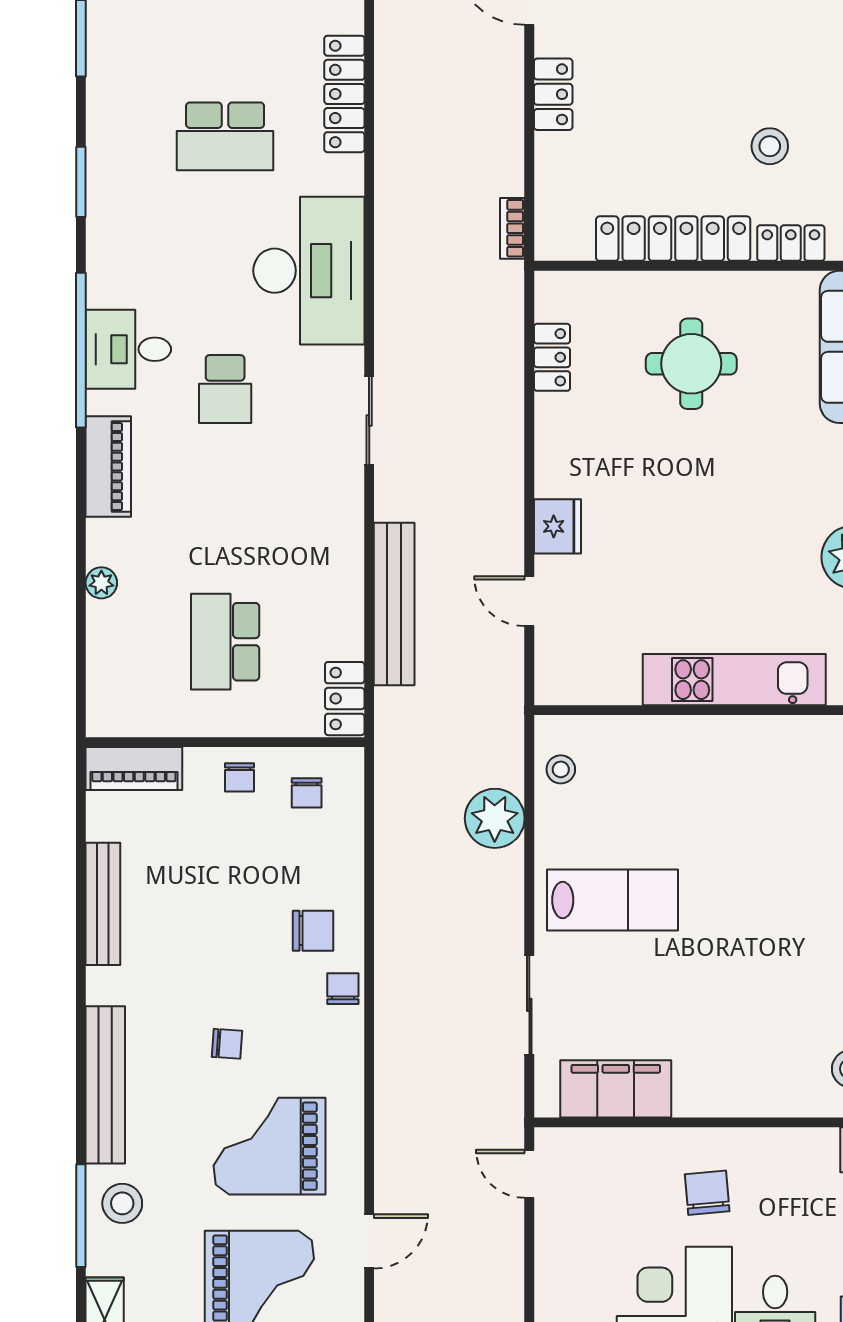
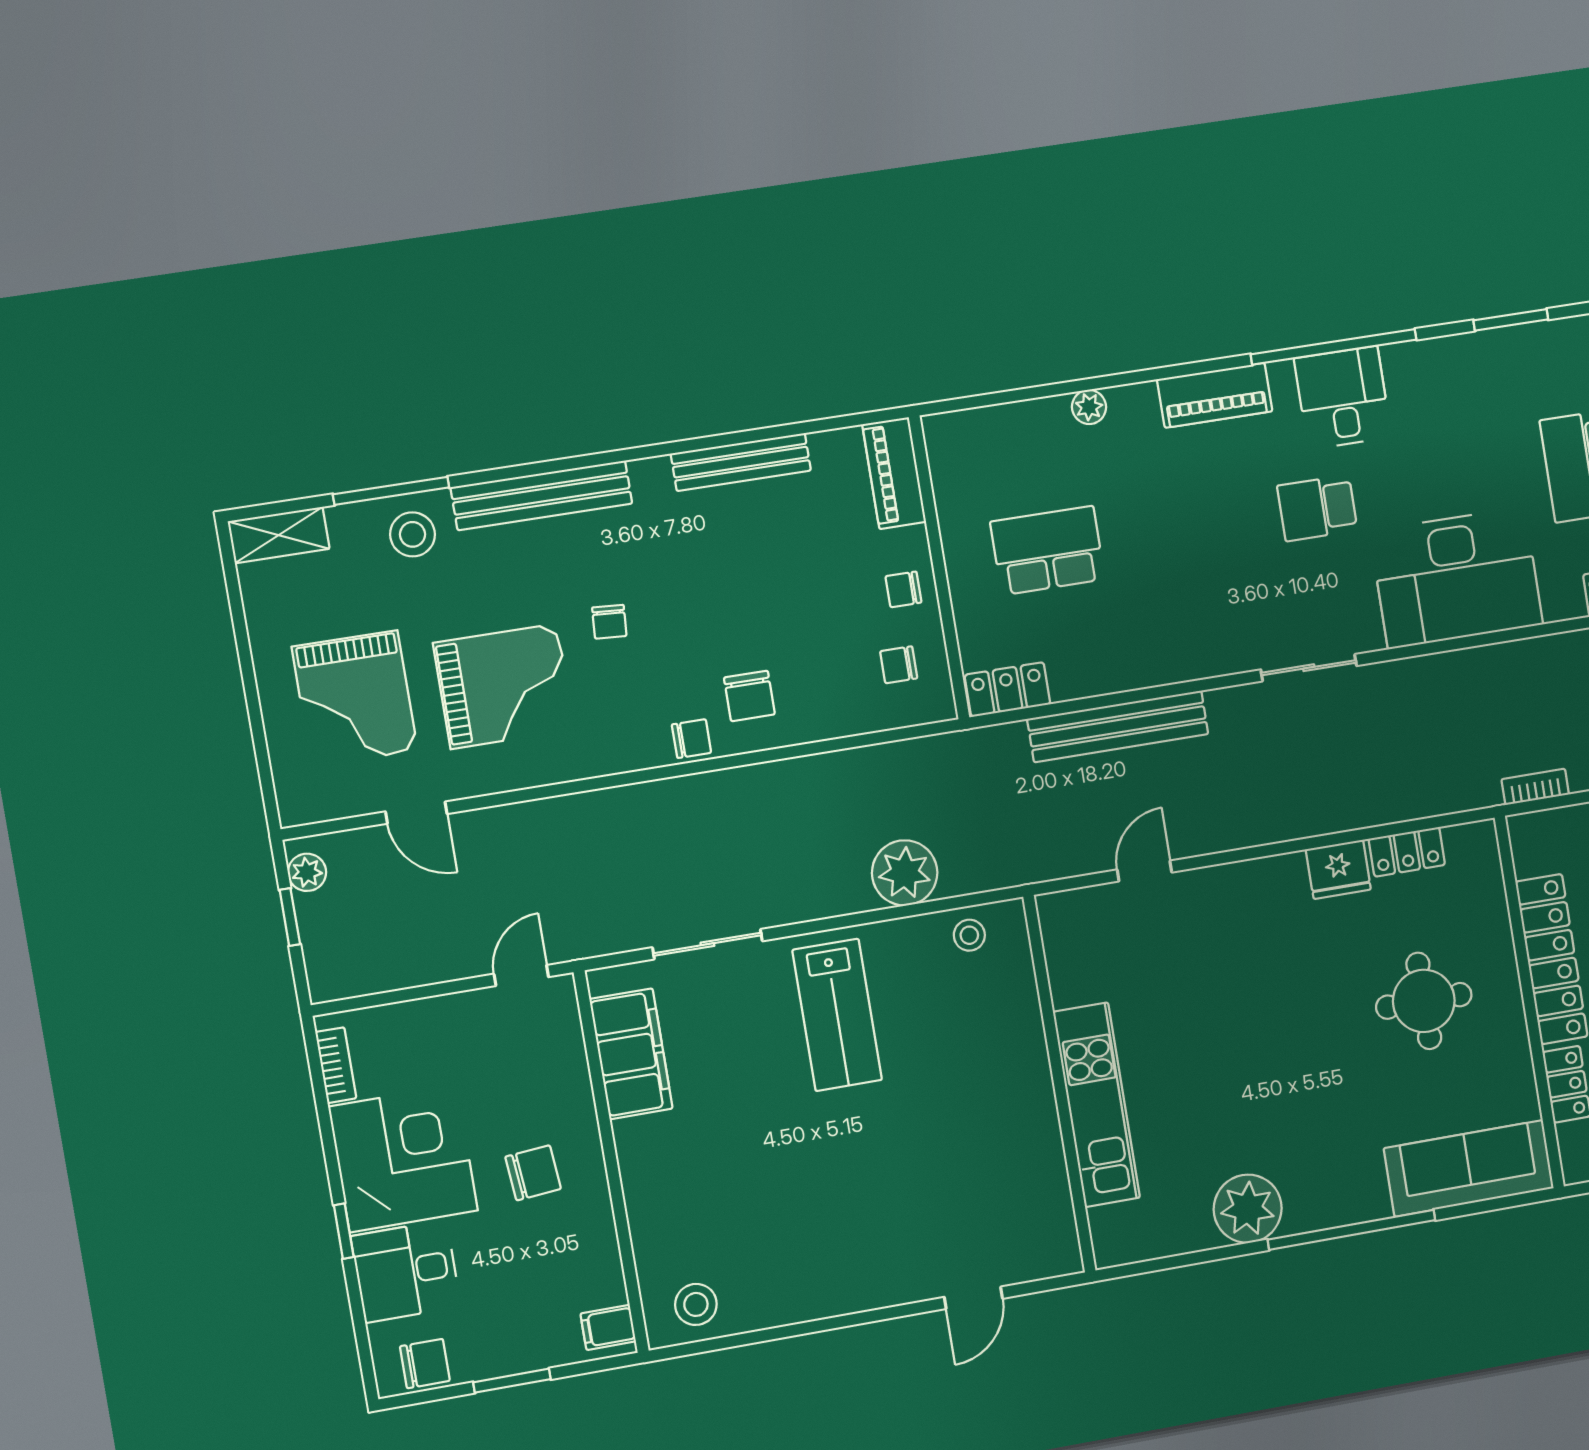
fridge: (557, 526) -> (1338, 869), moved
grand piano: (269, 1146) -> (504, 686), turned 90

